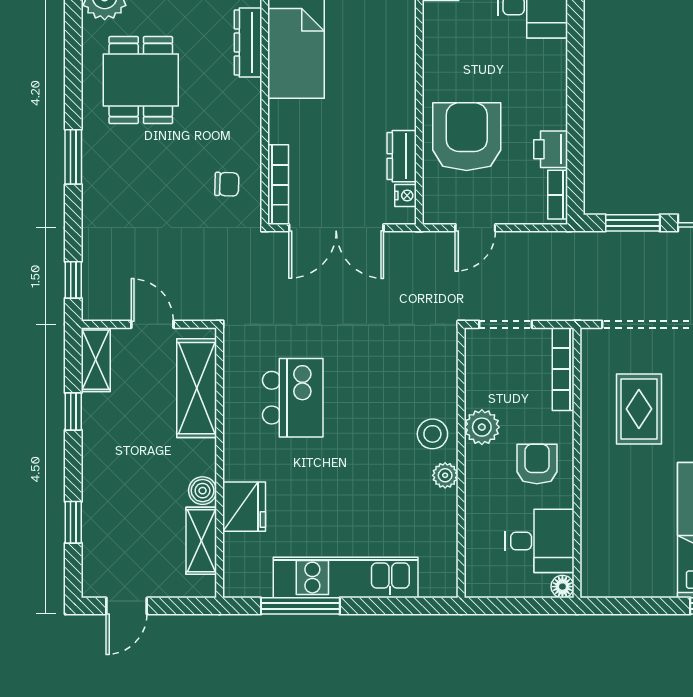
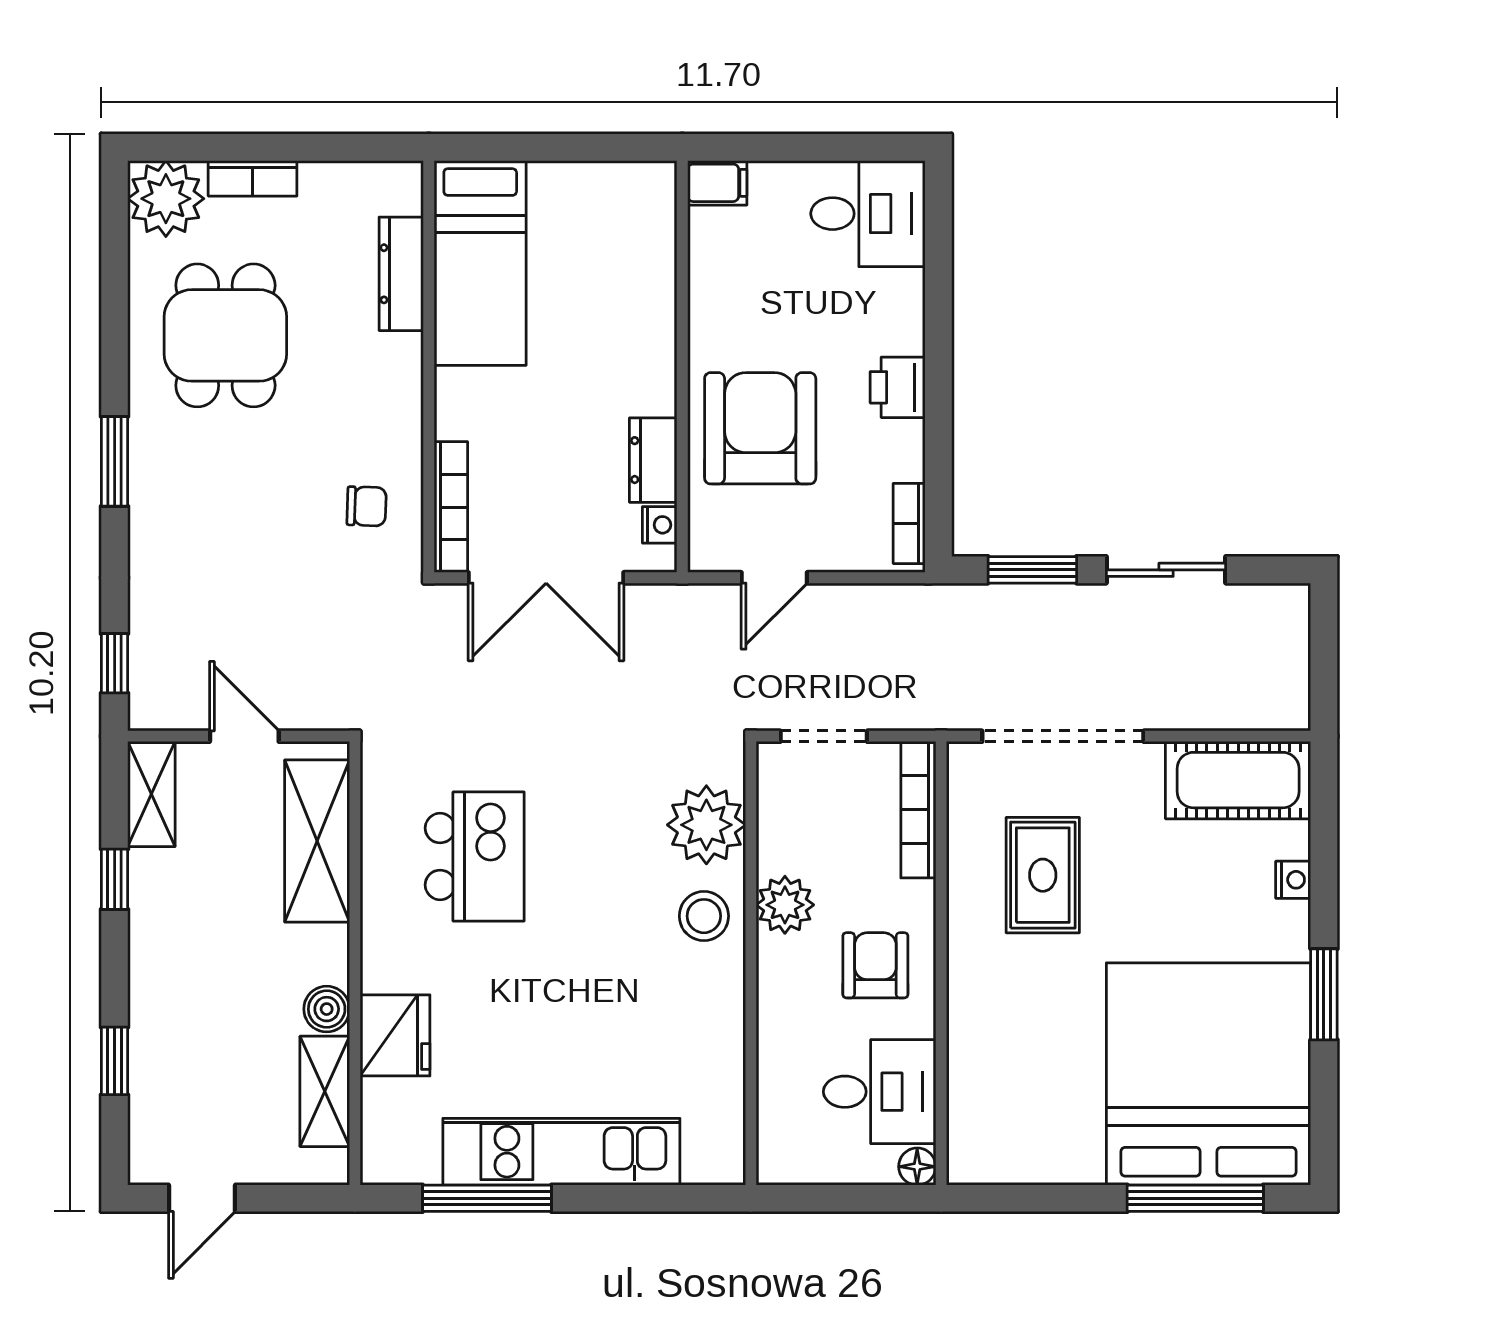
printer: (551, 149) -> (898, 387), moved
plant: (445, 475) -> (706, 825), moved, width x1.88, depth x1.88

